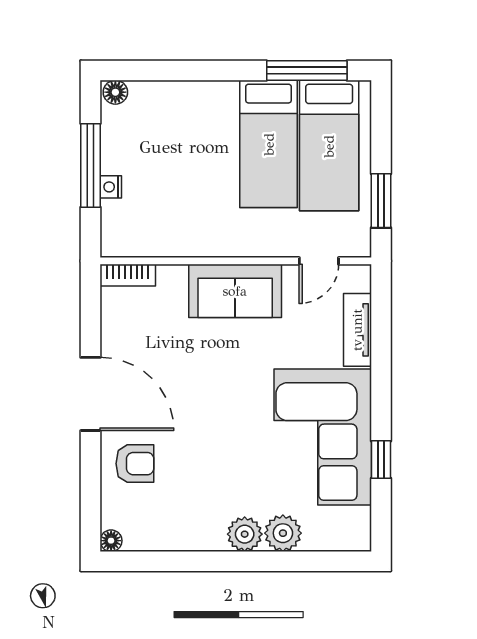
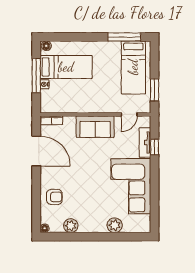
bed: (269, 144) -> (66, 67), moved, turned -90
door: (91, 394) -> (36, 151), moved
window: (381, 460) -> (155, 147), moved
plant: (245, 534) -> (71, 226), moved

